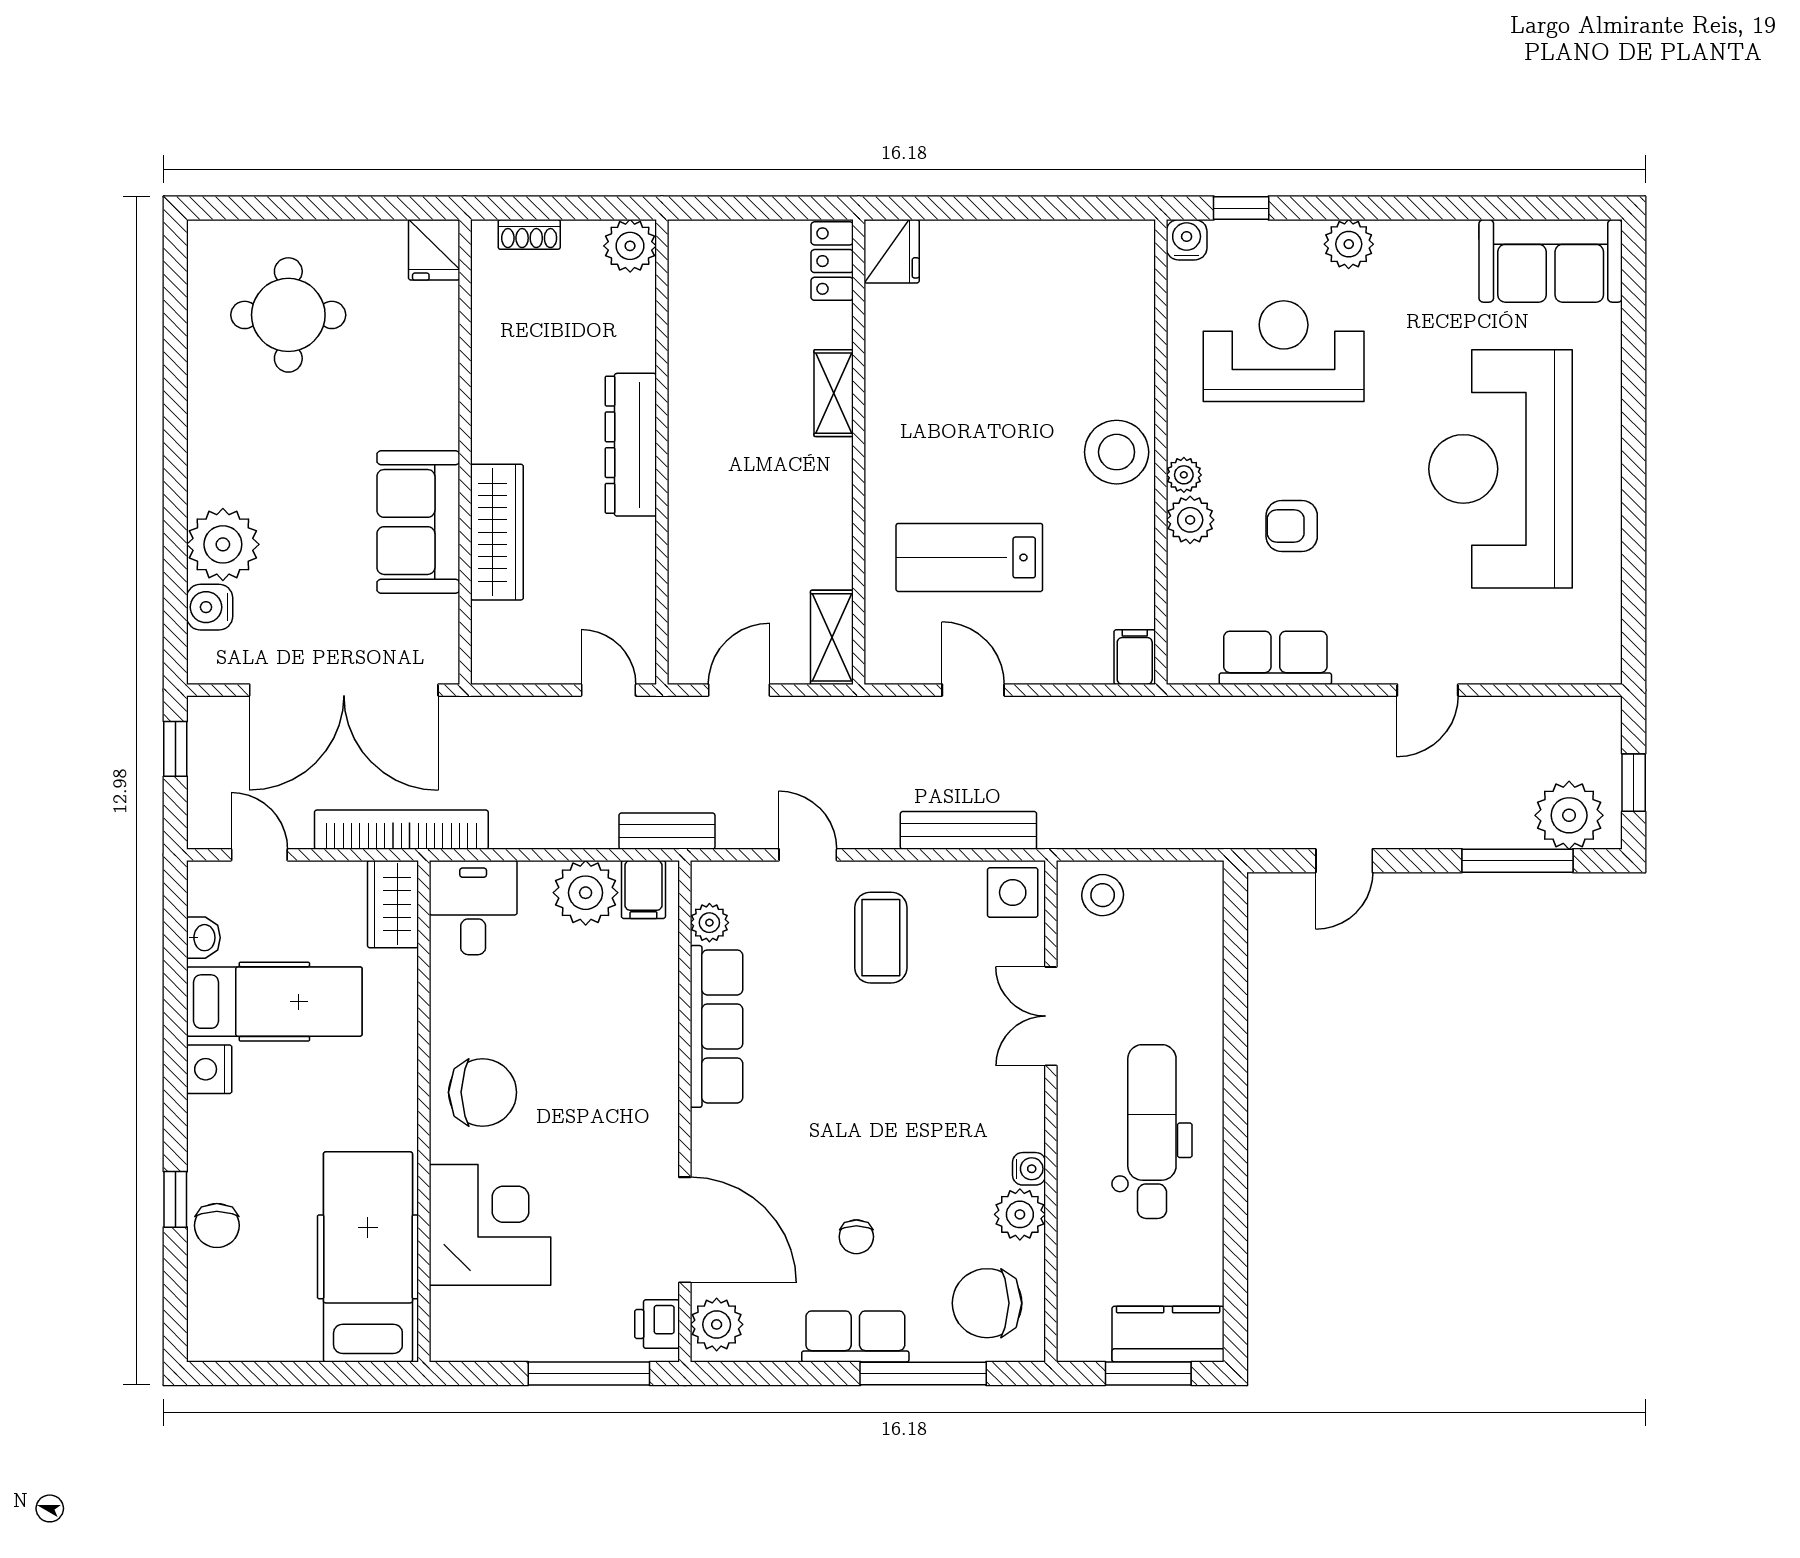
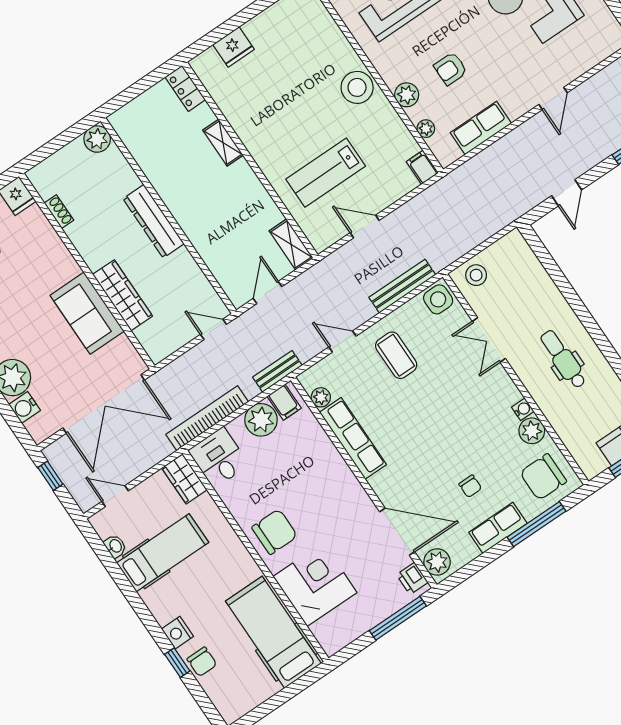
shoe rack: (529, 234) -> (59, 212), moved, turned -90
fridge: (892, 251) -> (234, 47), moved, turned 90
plant: (1184, 475) -> (426, 129), moved
bookcase: (401, 830) -> (207, 418), moved
nightstand: (209, 1069) -> (177, 633), moved
dental chair: (1152, 1132) -> (563, 359), width x0.73, depth x0.72

